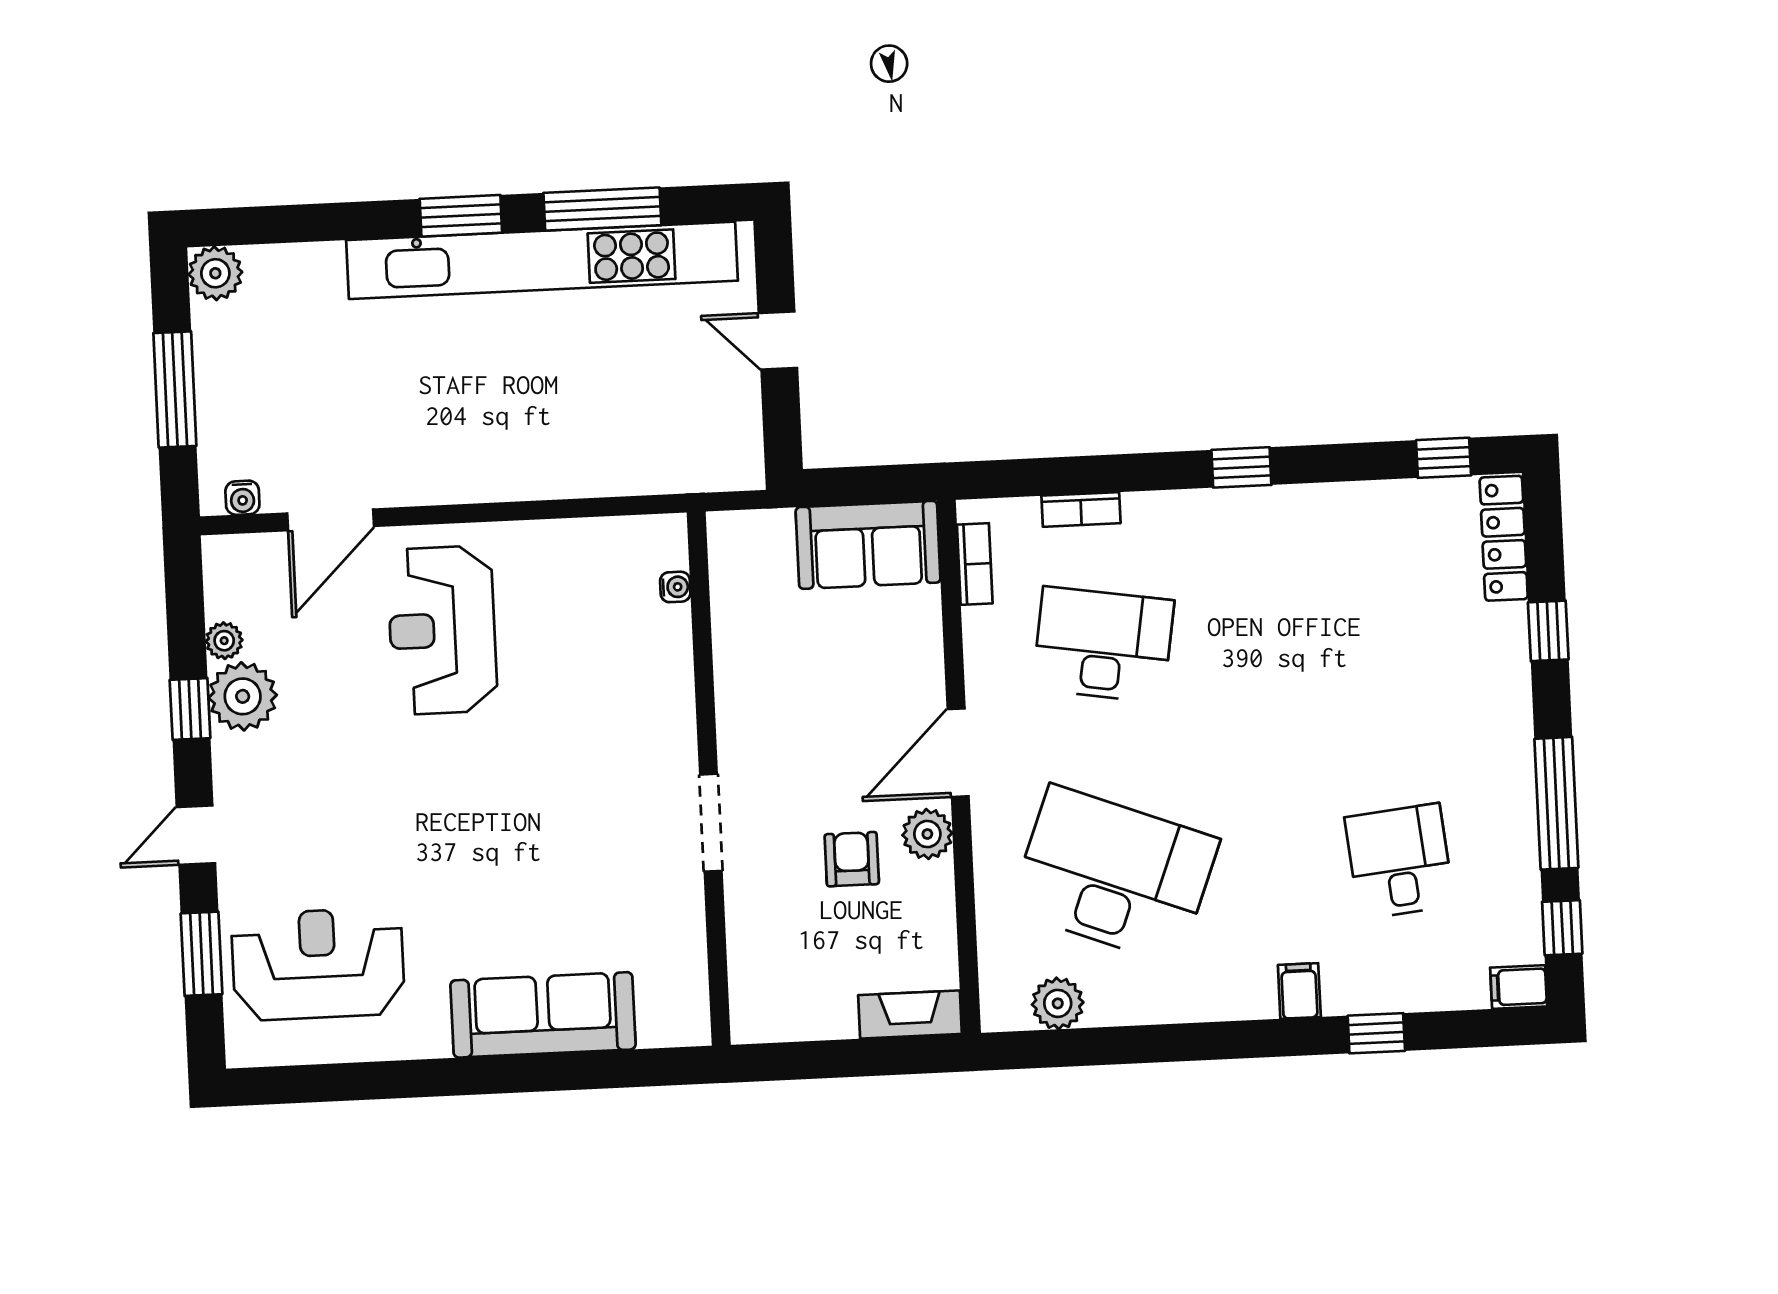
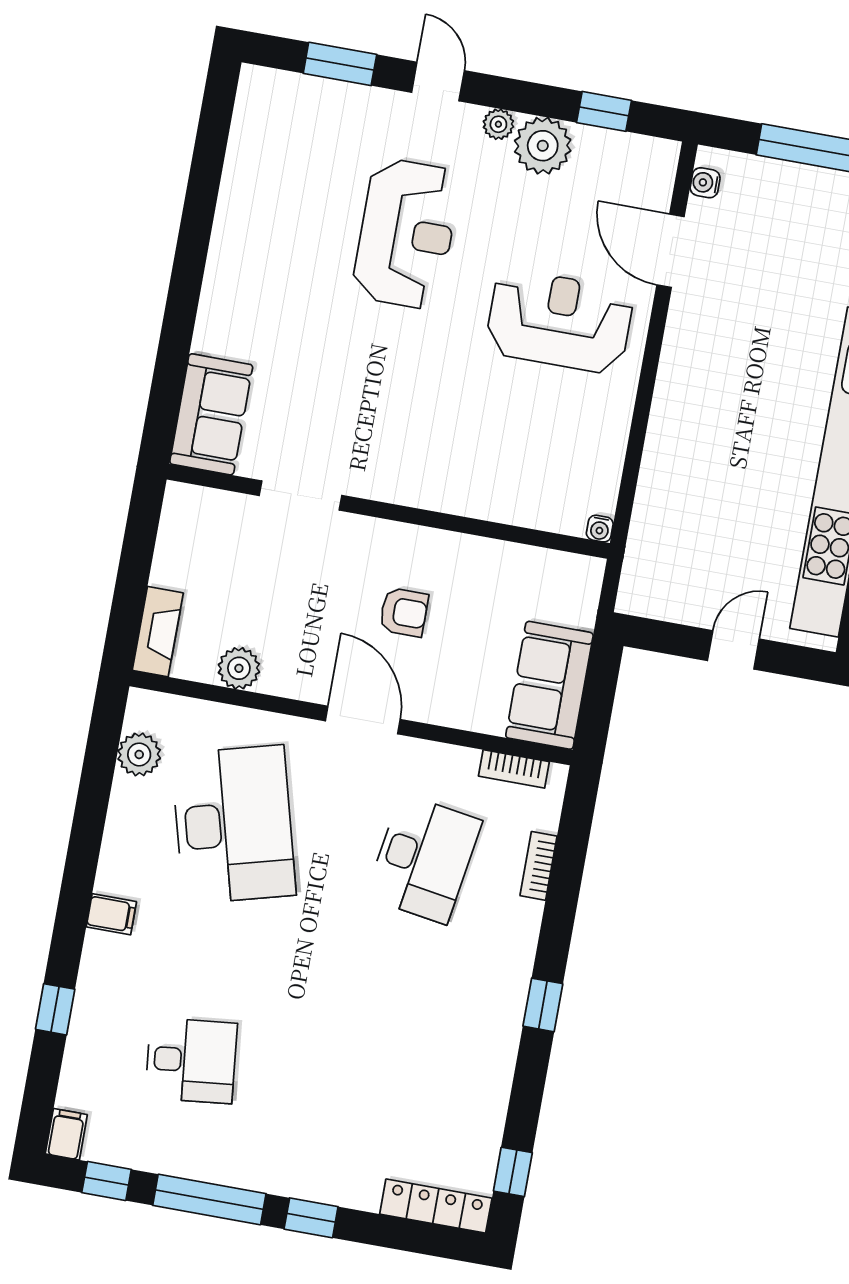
water cooler: (675, 587) -> (600, 529), moved
window: (1548, 631) -> (311, 1218), moved
plant: (224, 641) -> (498, 124), moved
window: (190, 709) -> (604, 111), moved
doorway: (711, 823) -> (301, 496), moved
plant: (927, 834) -> (239, 668), moved
armchair: (852, 859) -> (404, 612), moved
desk: (1114, 875) -> (234, 825), turned -36
reception desk: (318, 964) -> (406, 234), moved
filing cabinet: (1299, 991) -> (111, 914), moved
sofa: (543, 1015) -> (211, 414), moved, width x0.73

